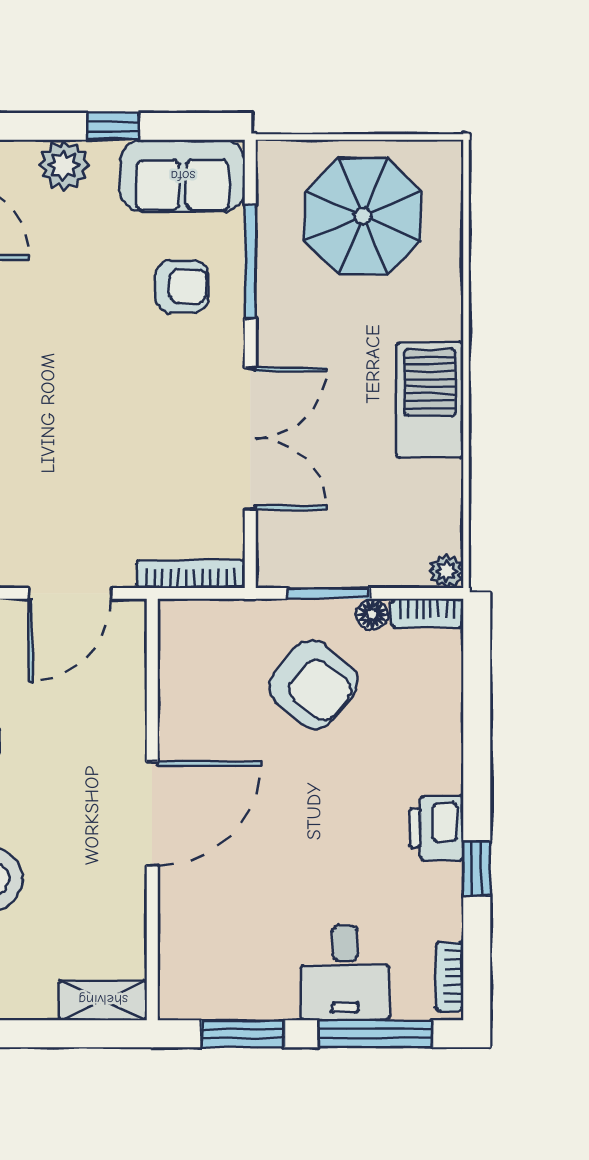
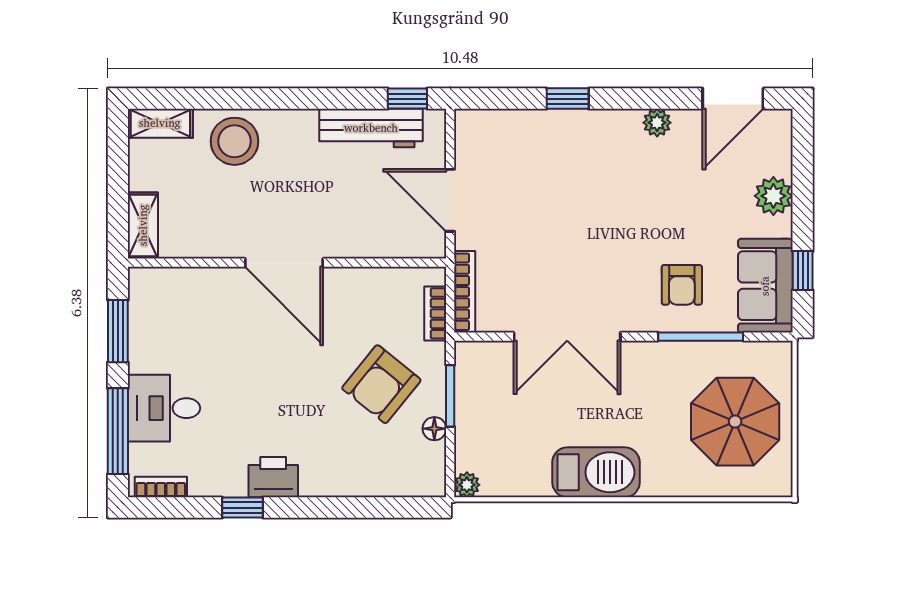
window: (113, 126) -> (803, 271), moved
bookcase: (427, 613) -> (435, 313), moved

